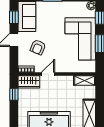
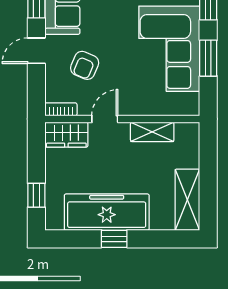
shelving: (85, 80) -> (152, 132), moved
window: (14, 94) -> (36, 195), moved

